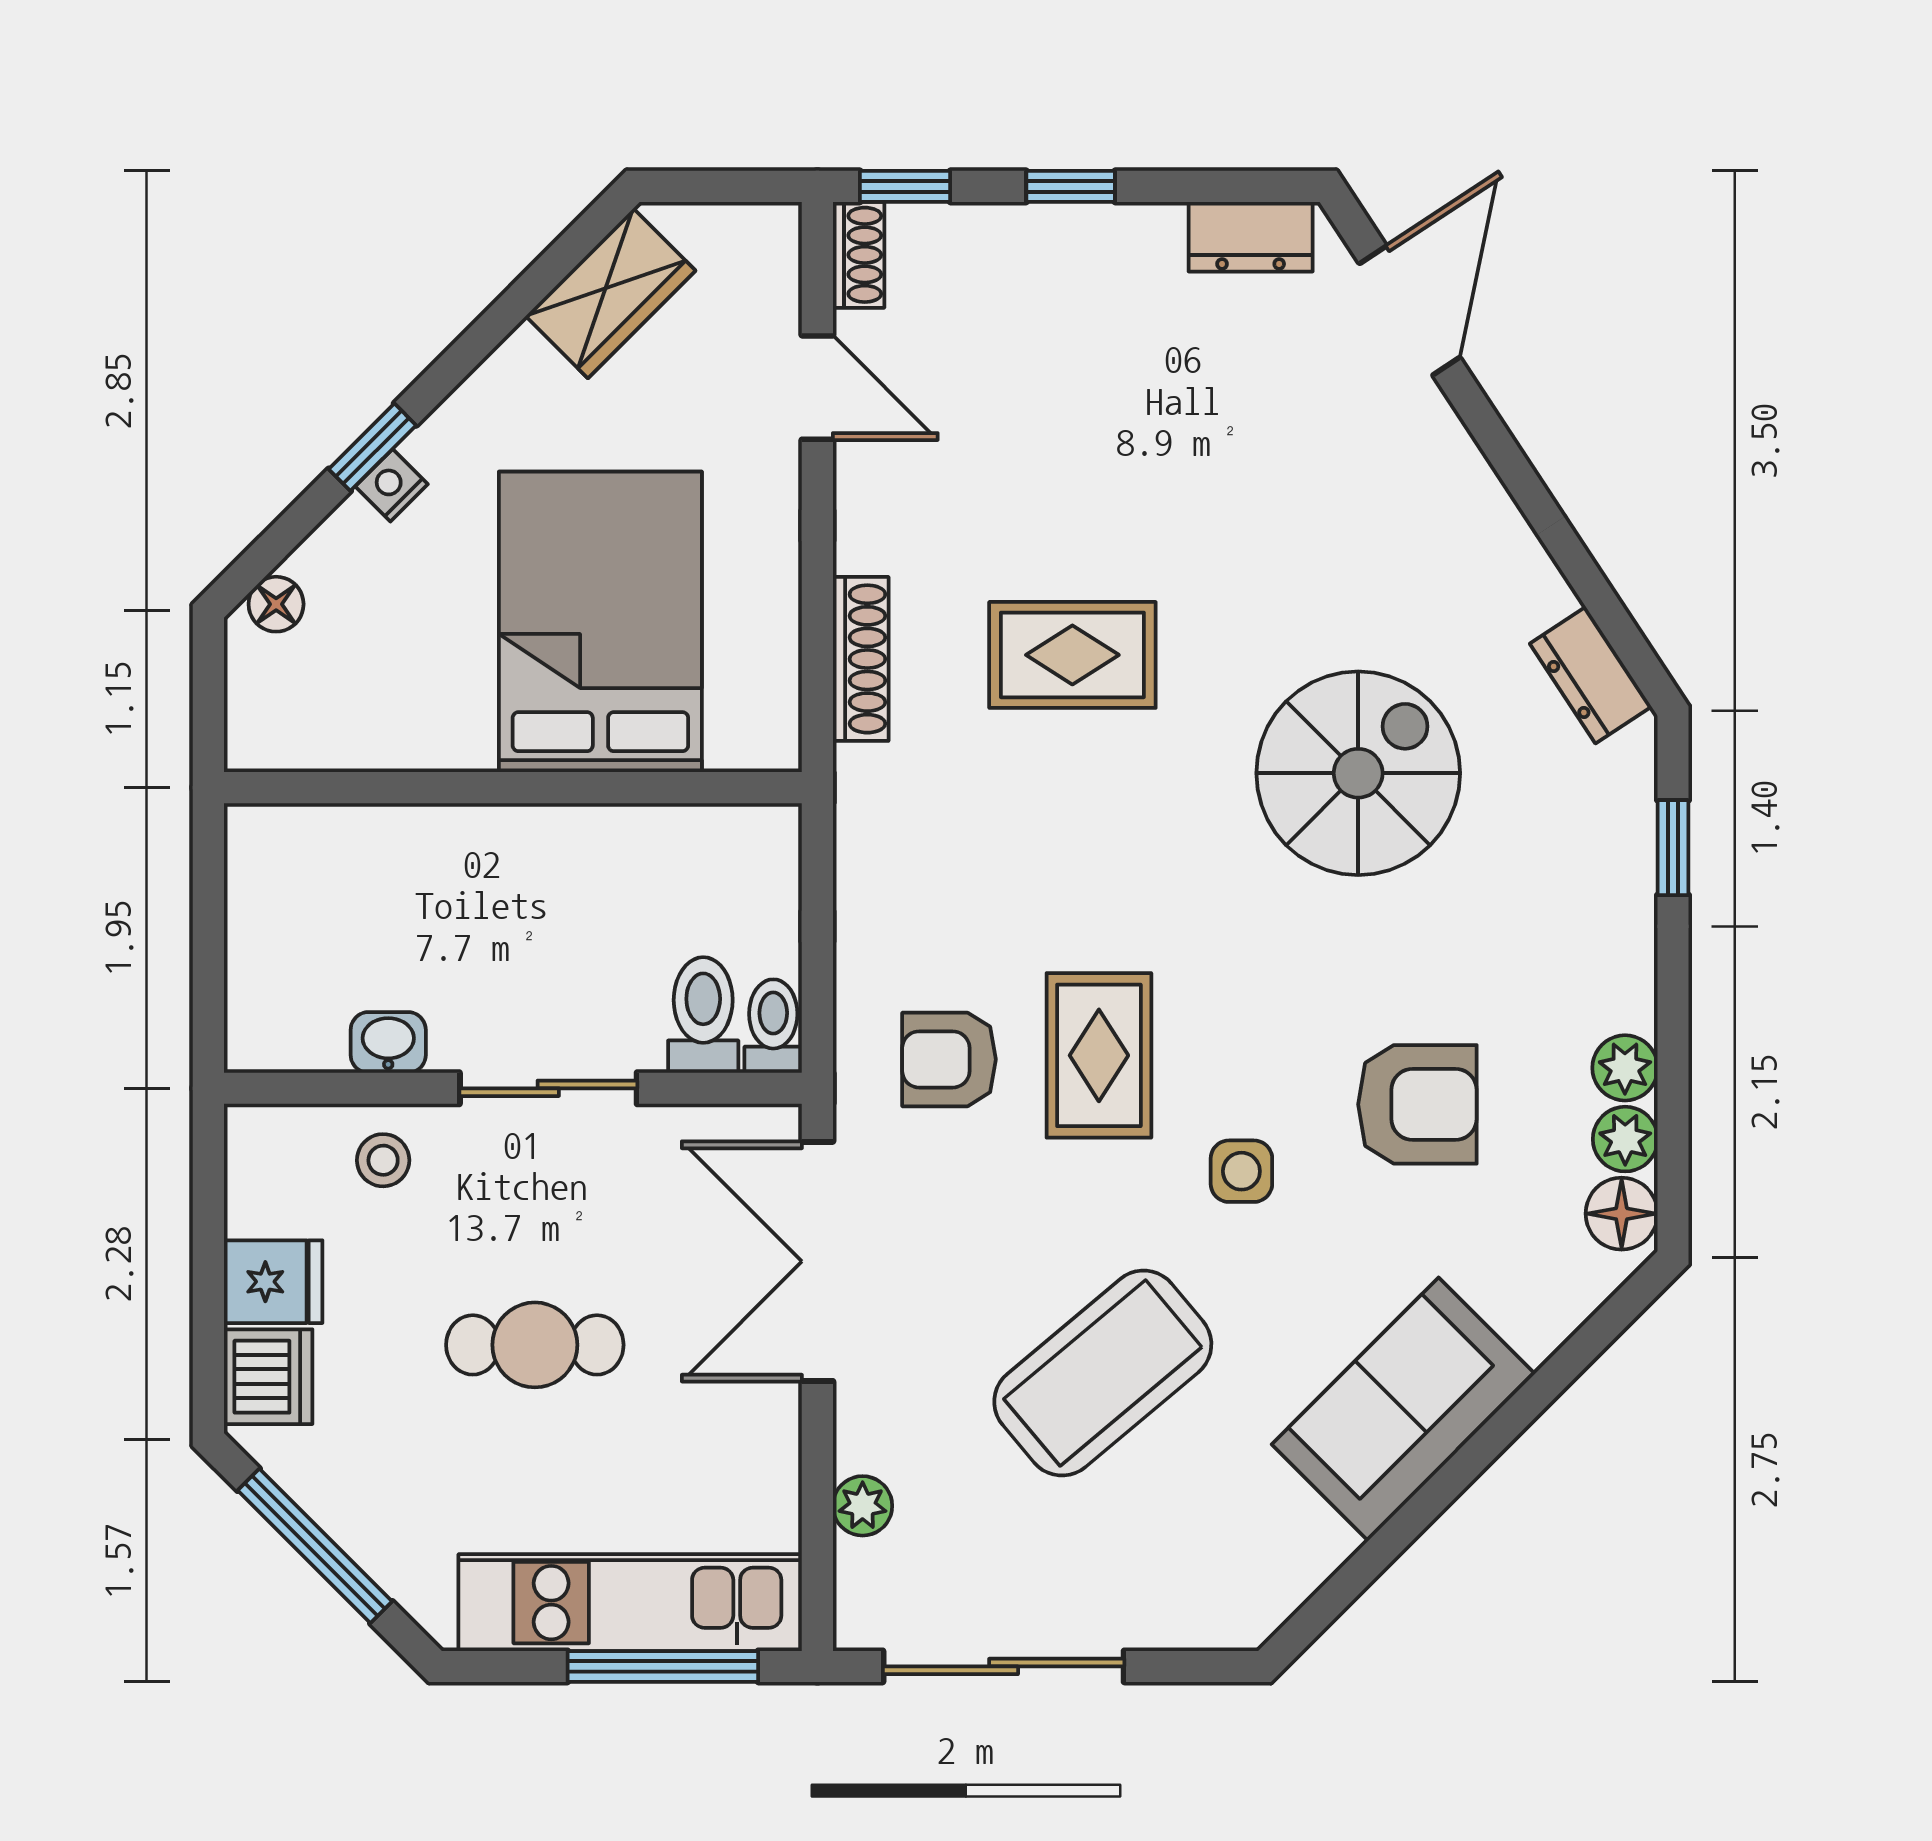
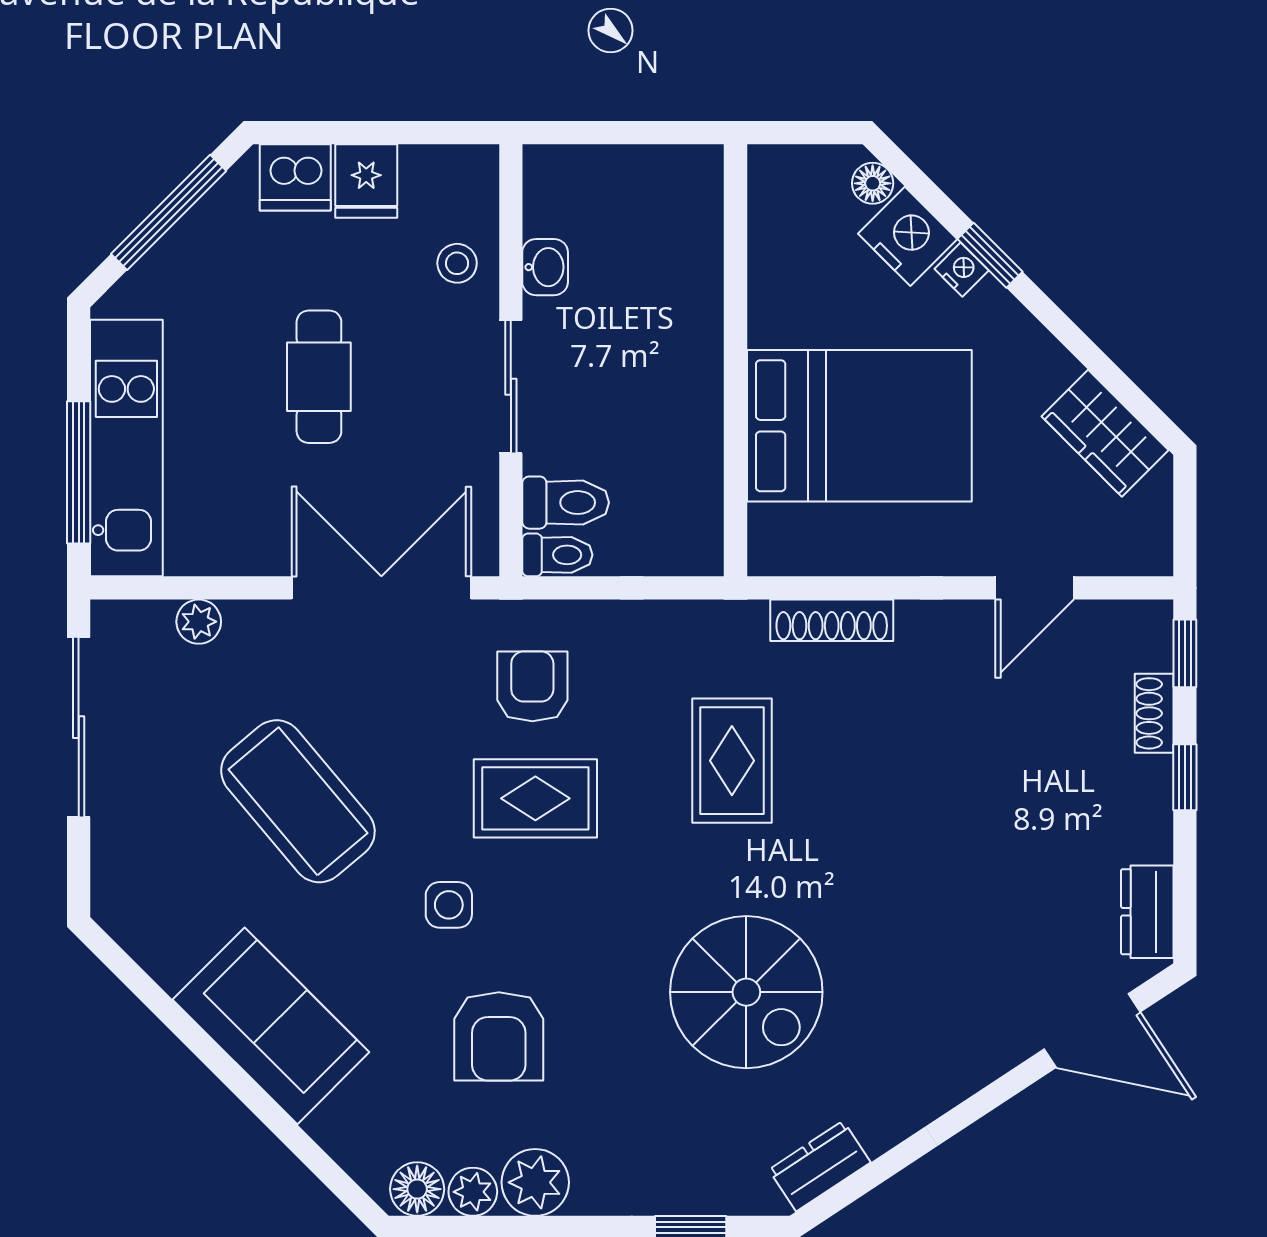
shoe rack: (859, 255) -> (1154, 713), moved, turned 90
nightstand: (347, 557) -> (908, 236), added
rug: (1072, 655) -> (732, 761), moved
plant: (1625, 1068) -> (535, 1182), width x1.38, depth x1.38

